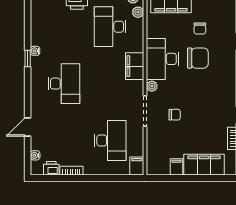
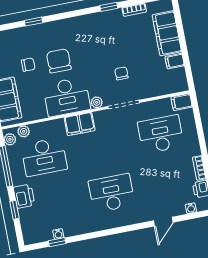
water cooler: (35, 51) -> (58, 234), moved
window: (28, 58) -> (57, 242), moved
door: (28, 127) -> (163, 222), hinge flipped

